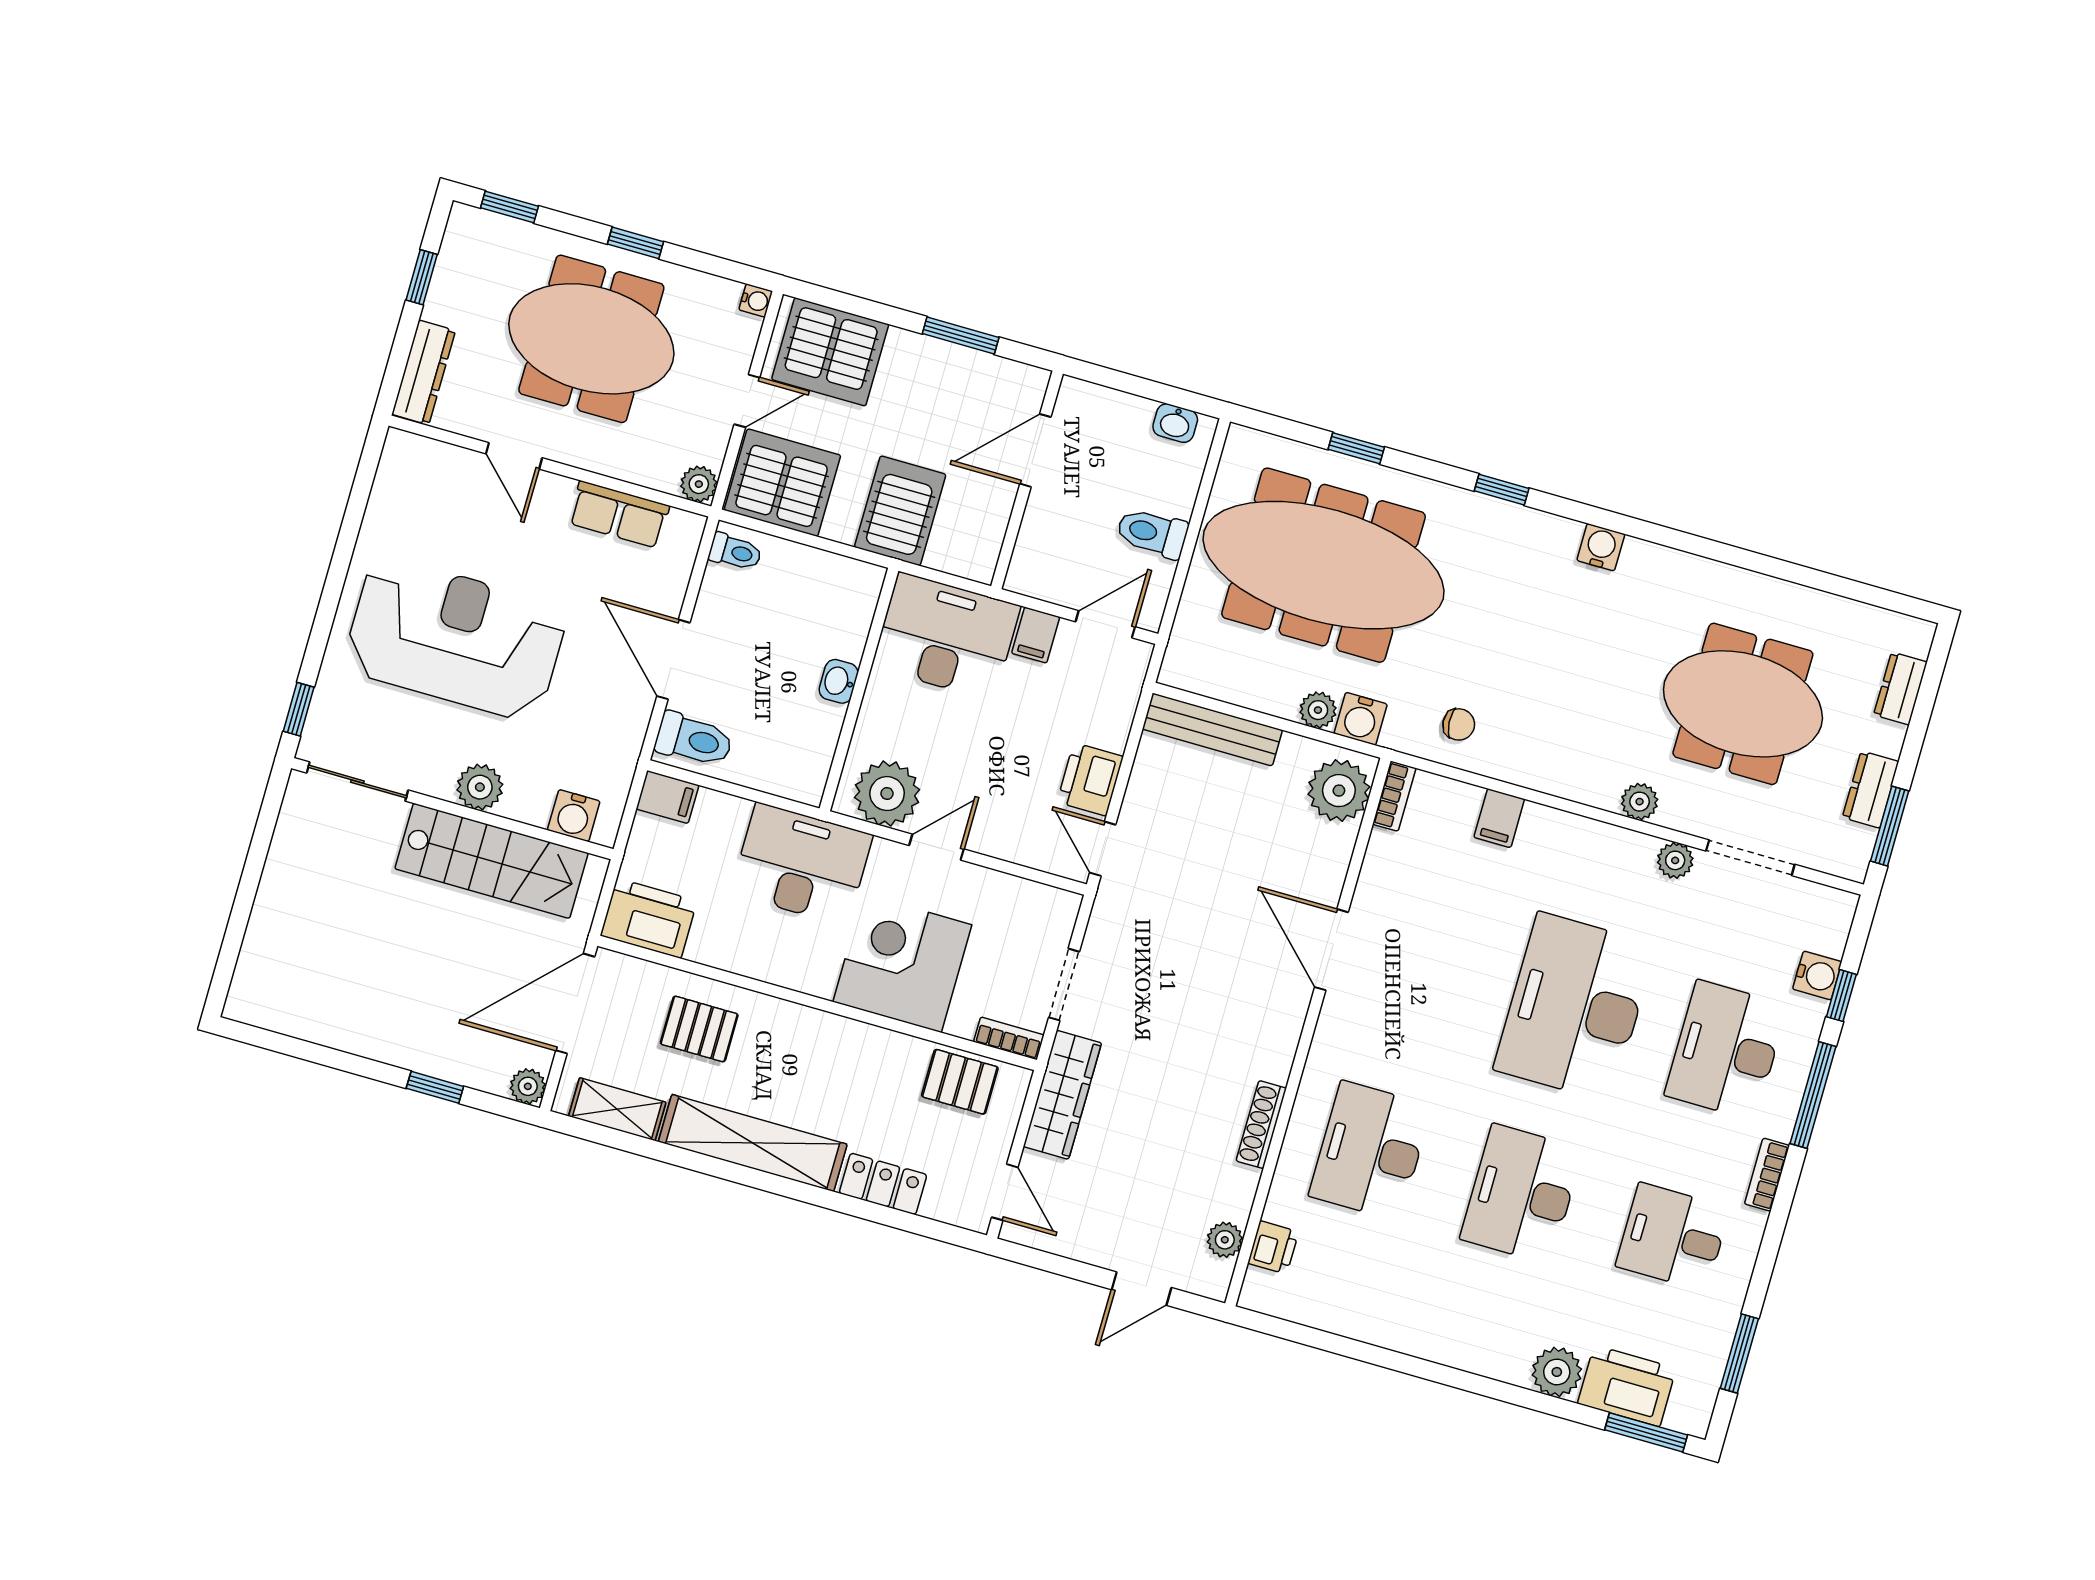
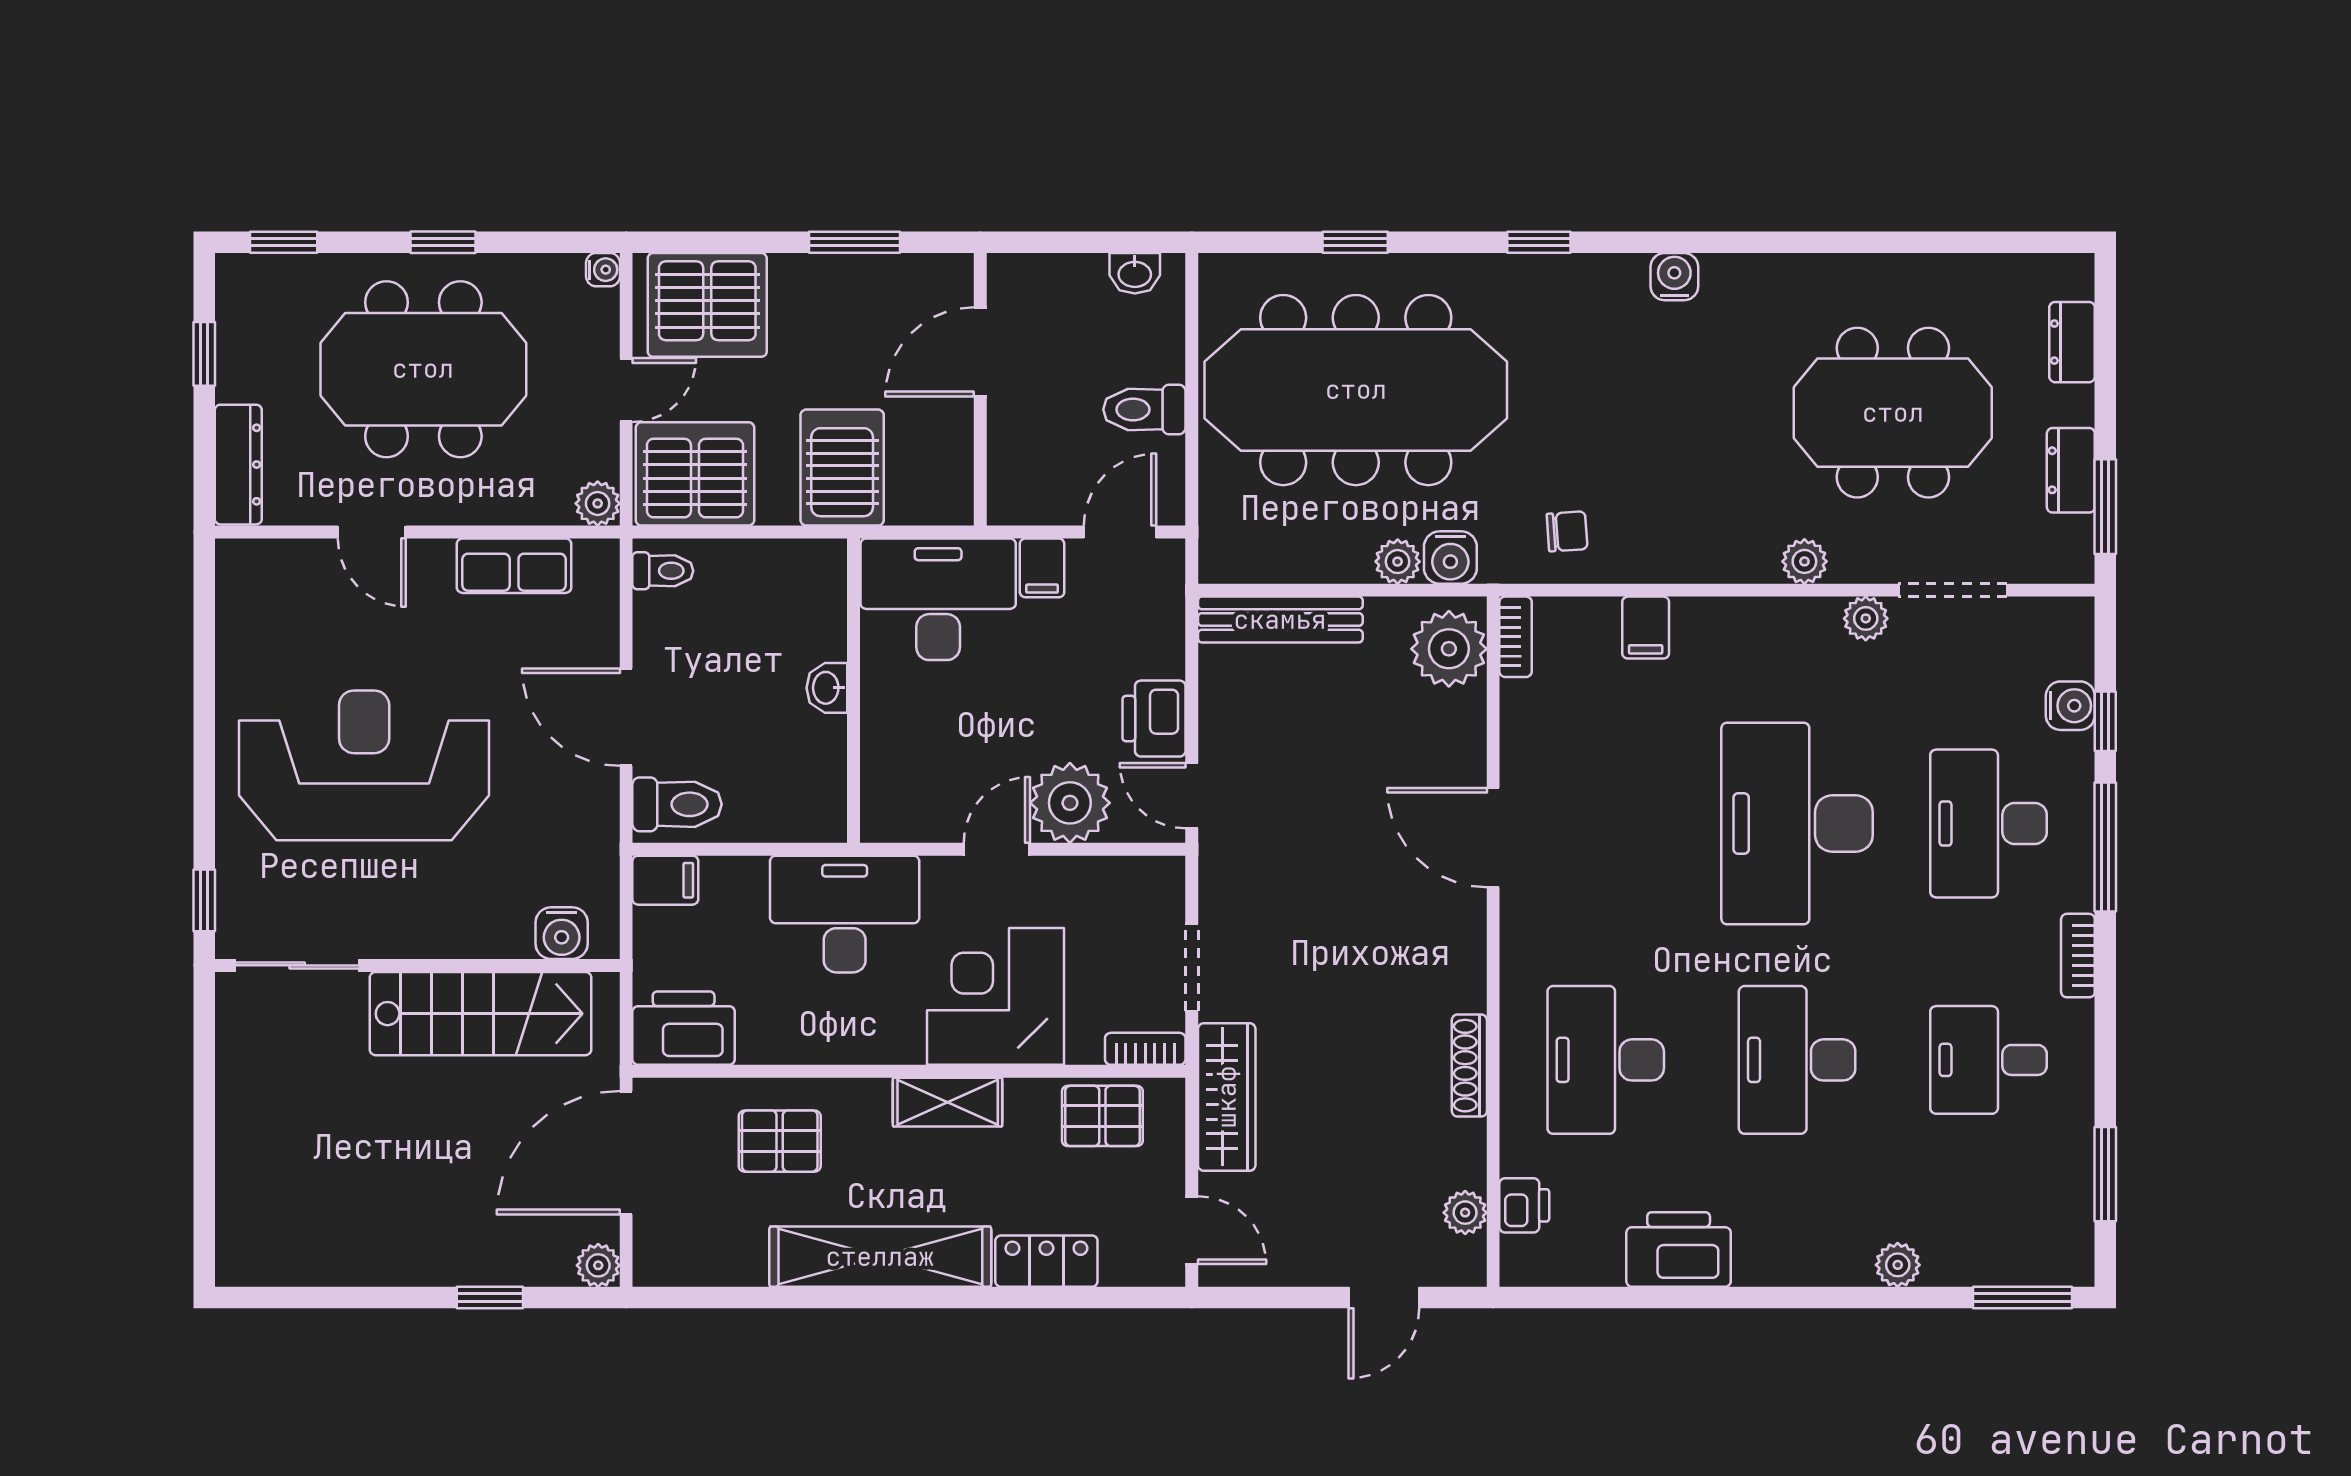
plant: (480, 787) -> (442, 931), removed
plant: (887, 794) -> (1070, 803), moved
shelving: (617, 1109) -> (948, 1102), moved
plant: (1557, 1372) -> (1898, 1265), width x0.73, depth x0.73
printer: (1627, 1386) -> (1679, 1249), moved

